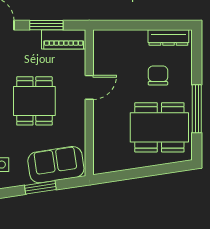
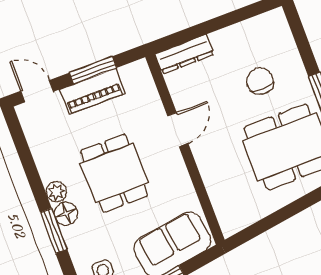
dresser: (168, 37) -> (184, 54), moved
piano: (64, 39) -> (92, 91), moved

